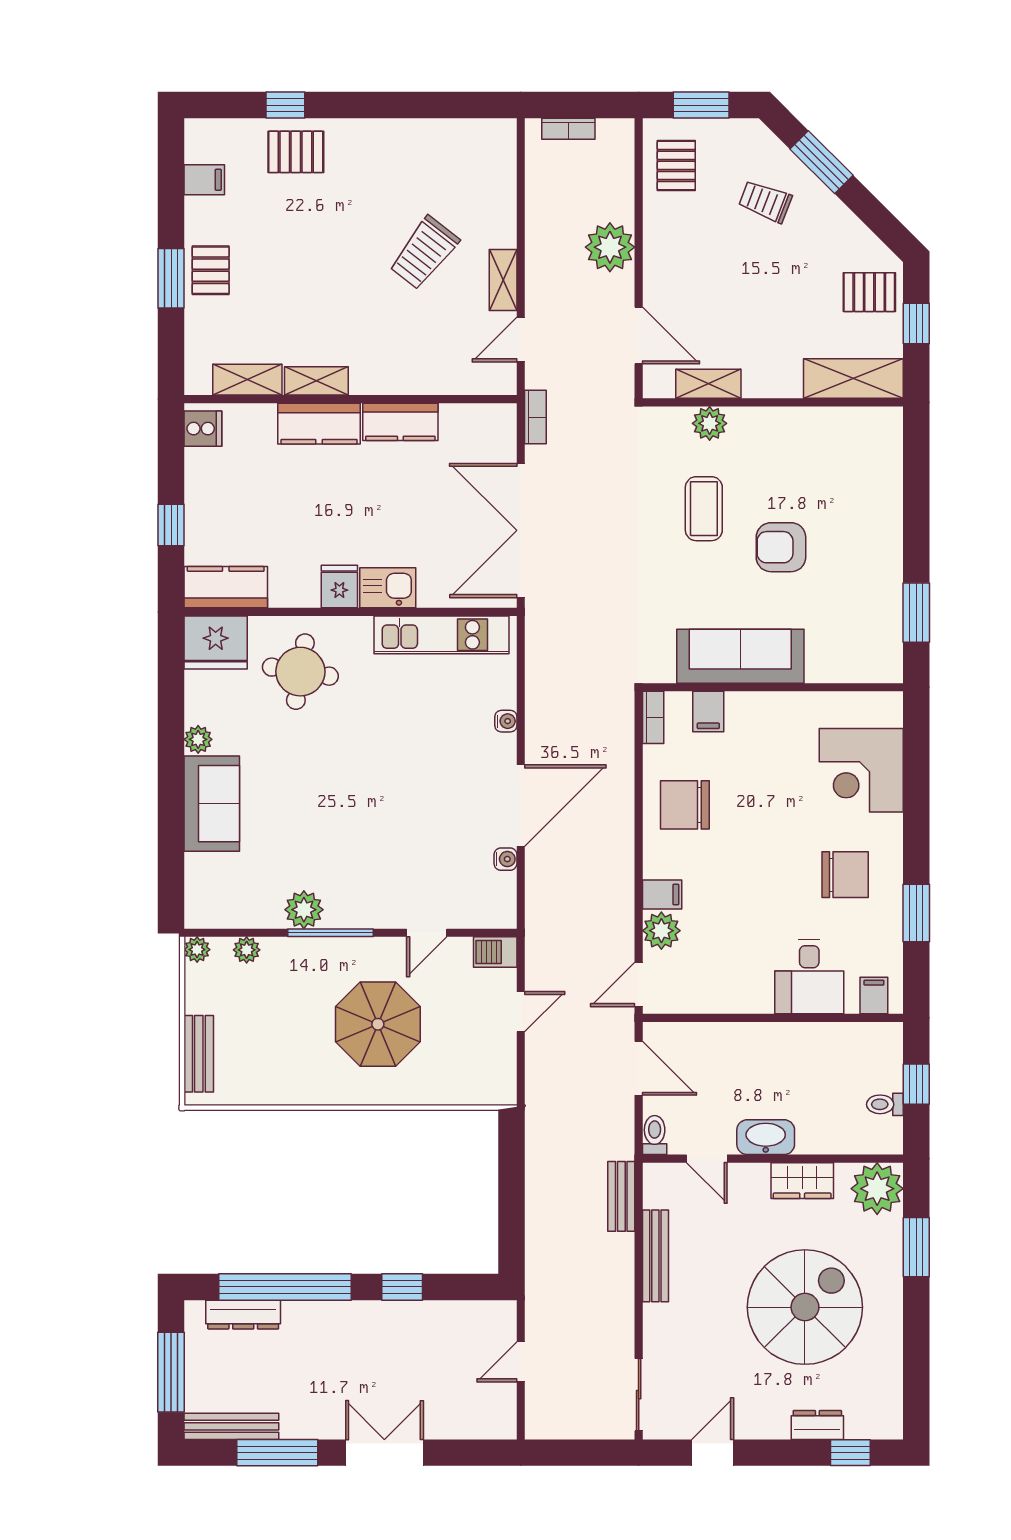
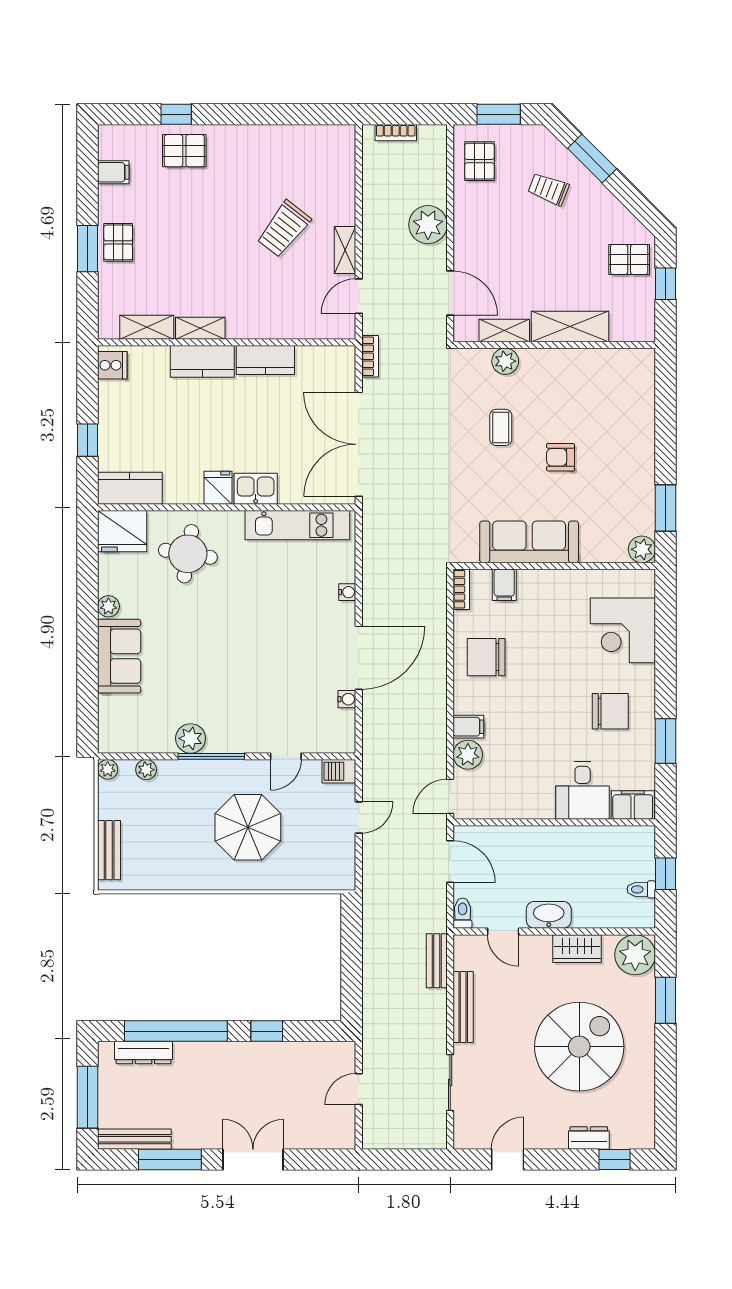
shelving: (853, 379) -> (570, 326), moved
coffee table: (704, 509) -> (501, 427), width x0.73, depth x0.77
armchair: (781, 547) -> (561, 457), width x0.72, depth x0.72
plant: (886, 666) -> (642, 549), added
filing cabinet: (874, 996) -> (633, 805), width x2.00
sliding door: (639, 1395) -> (450, 1083), moved

